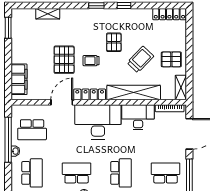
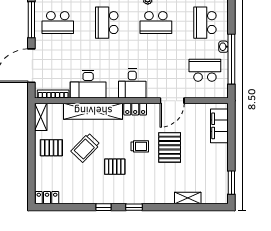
locker: (169, 14) -> (47, 198), width x0.66
pallet: (114, 42) -> (115, 167), turned 90
locker: (90, 94) -> (135, 109), width x0.66
desk: (98, 122) -> (132, 83), width x0.53, depth x0.77

